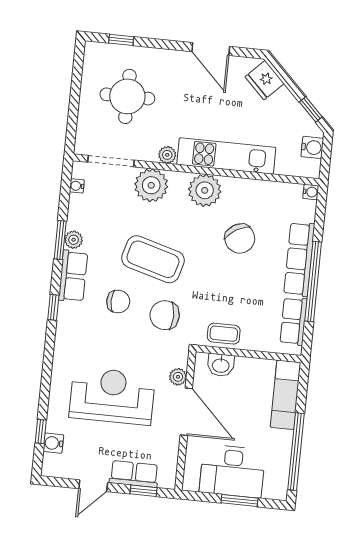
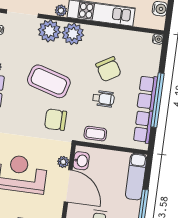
plant: (205, 190) -> (73, 34), moved
row of seats: (299, 259) -> (147, 93), width x0.68
wheelchair: (234, 282) -> (103, 99), added
chair: (118, 302) -> (24, 109), removed
washbasin: (221, 365) -> (81, 161), moved, turned -90

